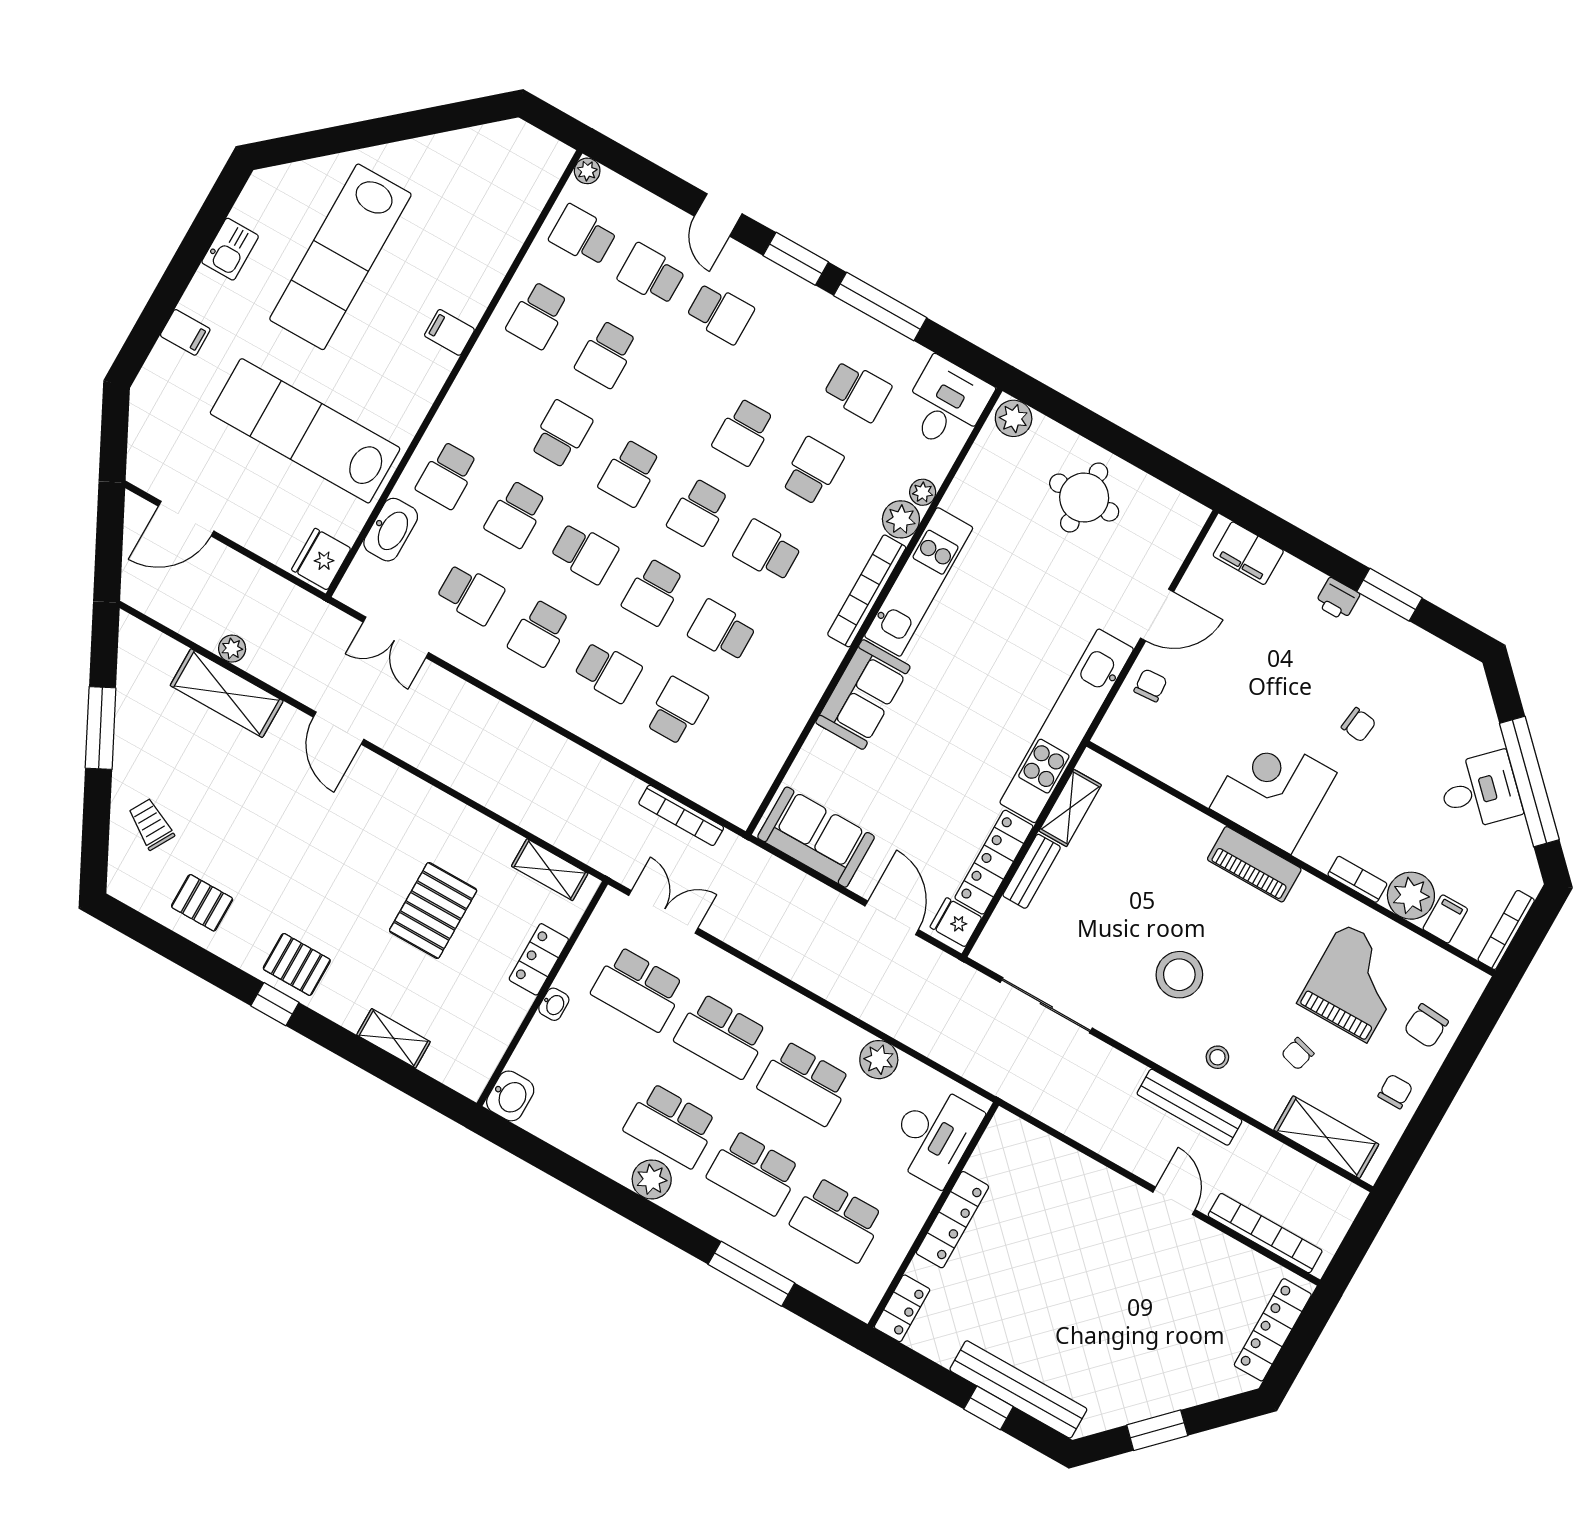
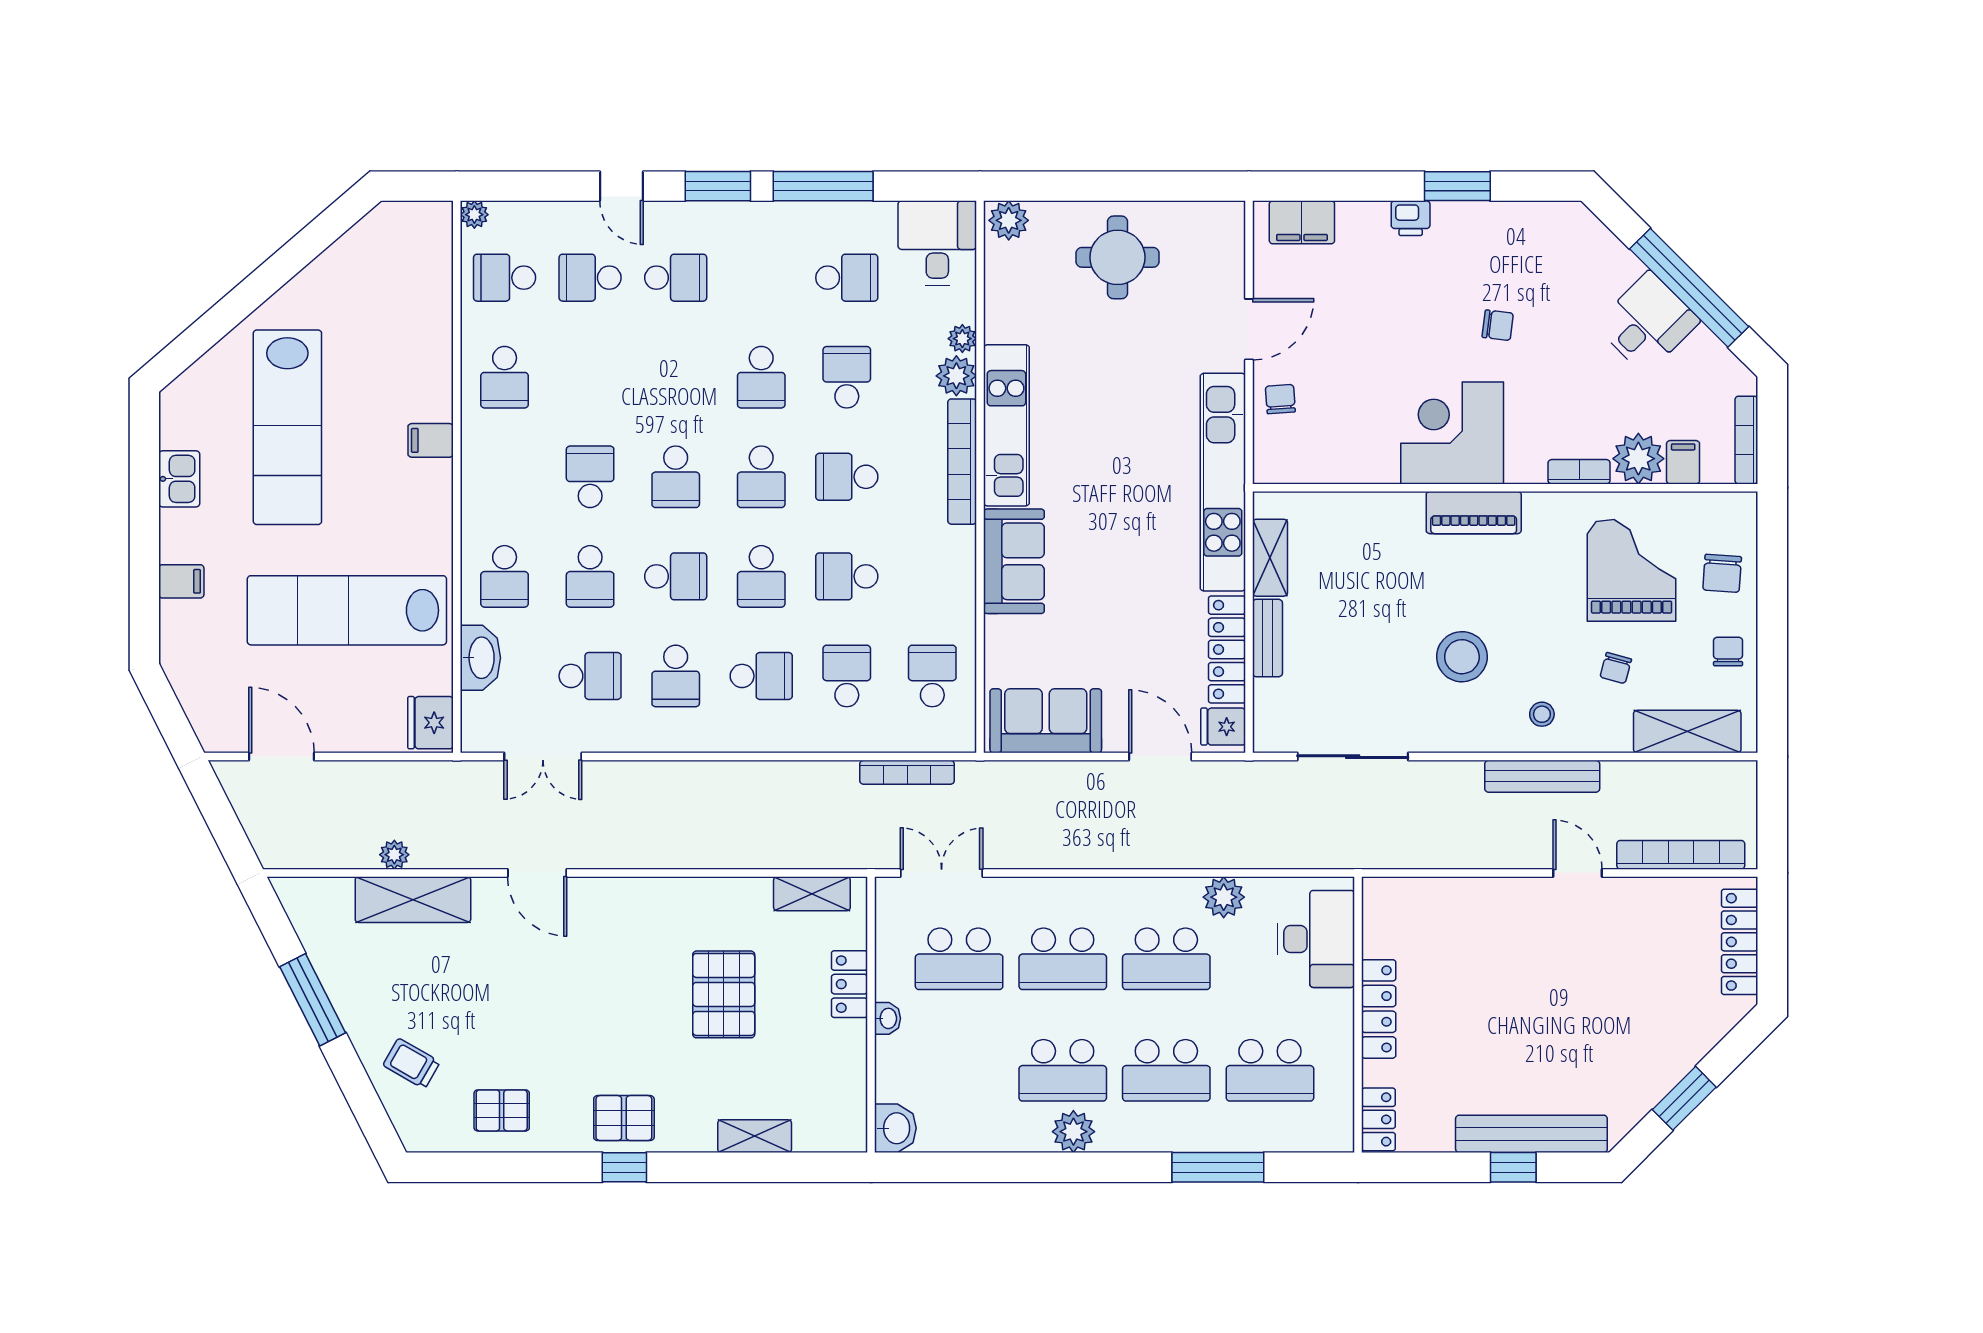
school desk: (606, 354) -> (932, 676), moved, turned 180
door: (186, 519) -> (282, 757), swing flipped

